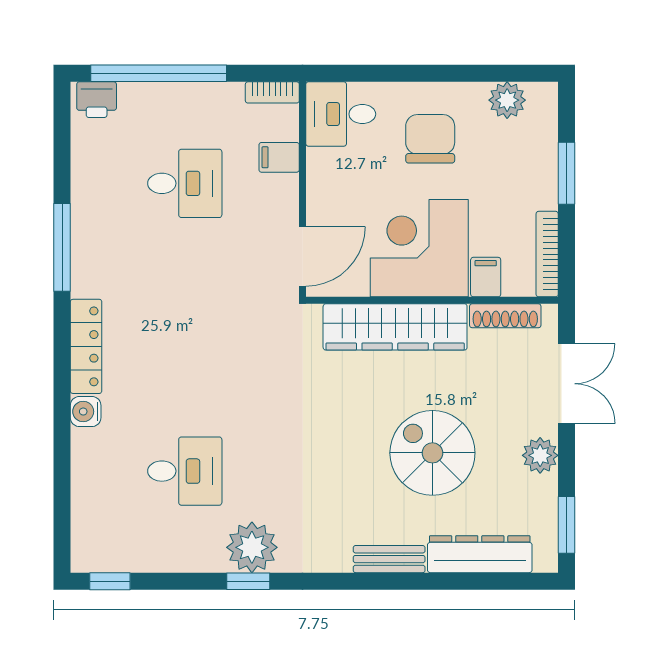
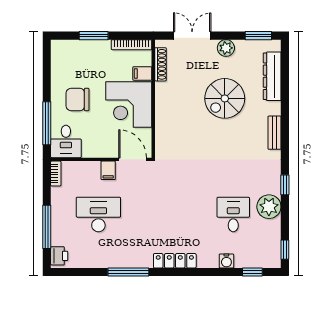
window: (159, 73) -> (47, 227), width x0.68
window: (379, 73) -> (47, 123), added
plant: (507, 100) -> (59, 63), removed
filing cabinet: (279, 157) -> (108, 170), moved
desk: (185, 183) -> (98, 215), width x1.37
wardrobe: (395, 327) -> (166, 116), removed
water cooler: (86, 412) -> (226, 261), moved
window: (62, 512) -> (252, 272), added
plant: (252, 547) -> (269, 207), moved
bench: (389, 559) -> (274, 133), moved

